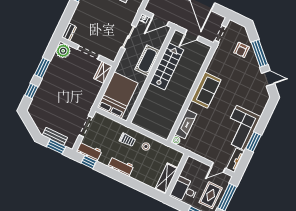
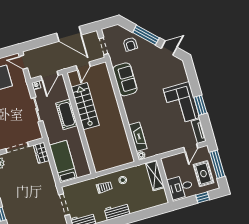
sofa: (206, 90) -> (125, 79), moved
bed: (118, 95) -> (63, 162), width x0.67
shelving: (166, 178) -> (155, 175), moved

